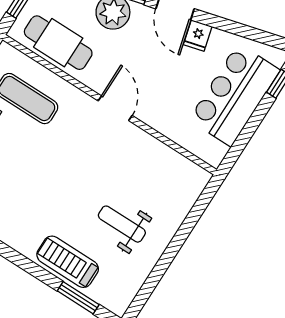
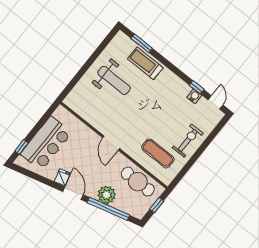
weight bench: (122, 224) -> (114, 80), width x1.36, depth x1.33
treadmill: (68, 262) -> (145, 63), turned 180

